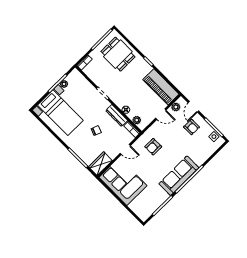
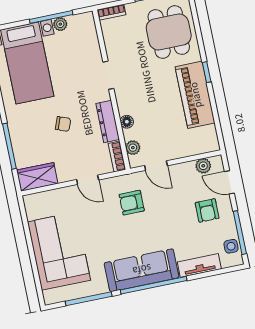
piano: (161, 87) -> (195, 95), moved
door: (193, 107) -> (229, 182), hinge flipped
door: (161, 114) -> (156, 166), moved
tv unit: (205, 156) -> (199, 265), added
corner sofa: (123, 181) -> (59, 251), moved

